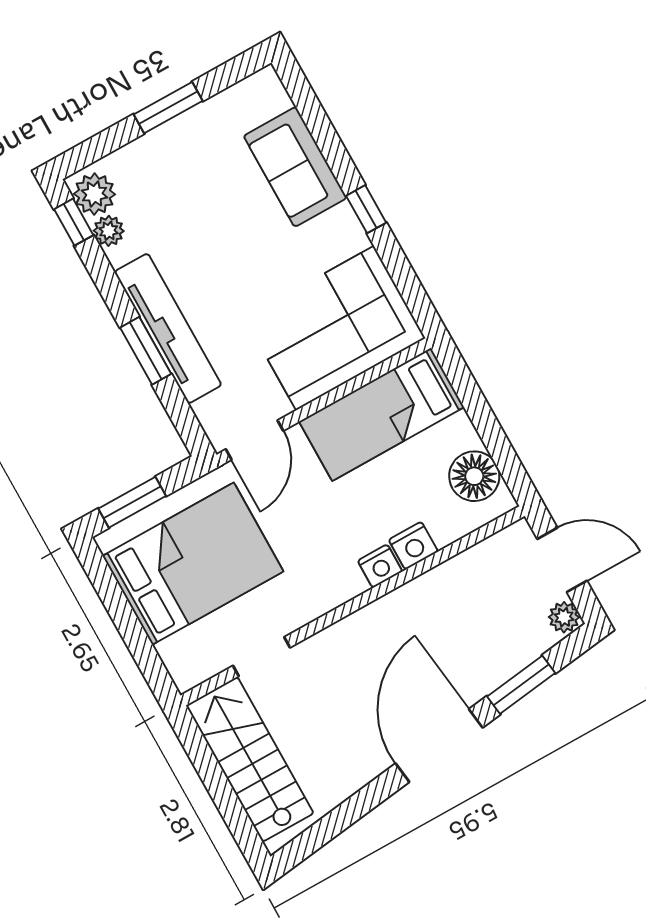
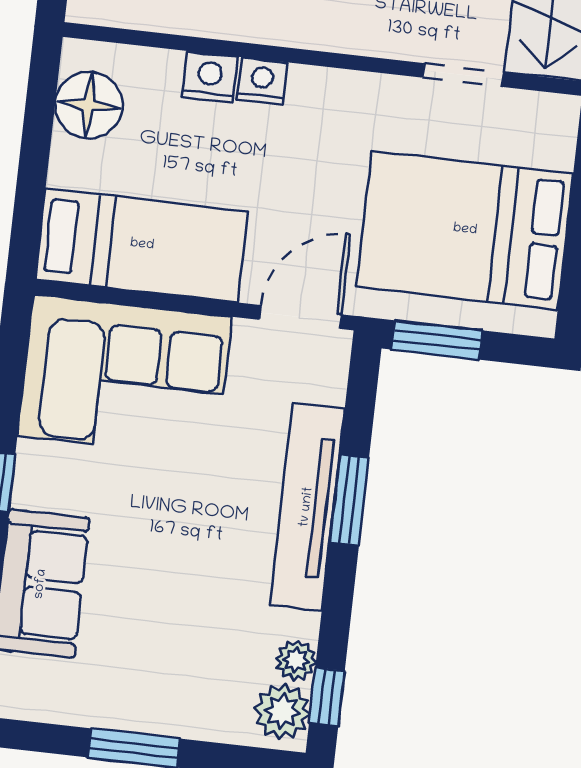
window: (132, 502) -> (437, 340), moved

